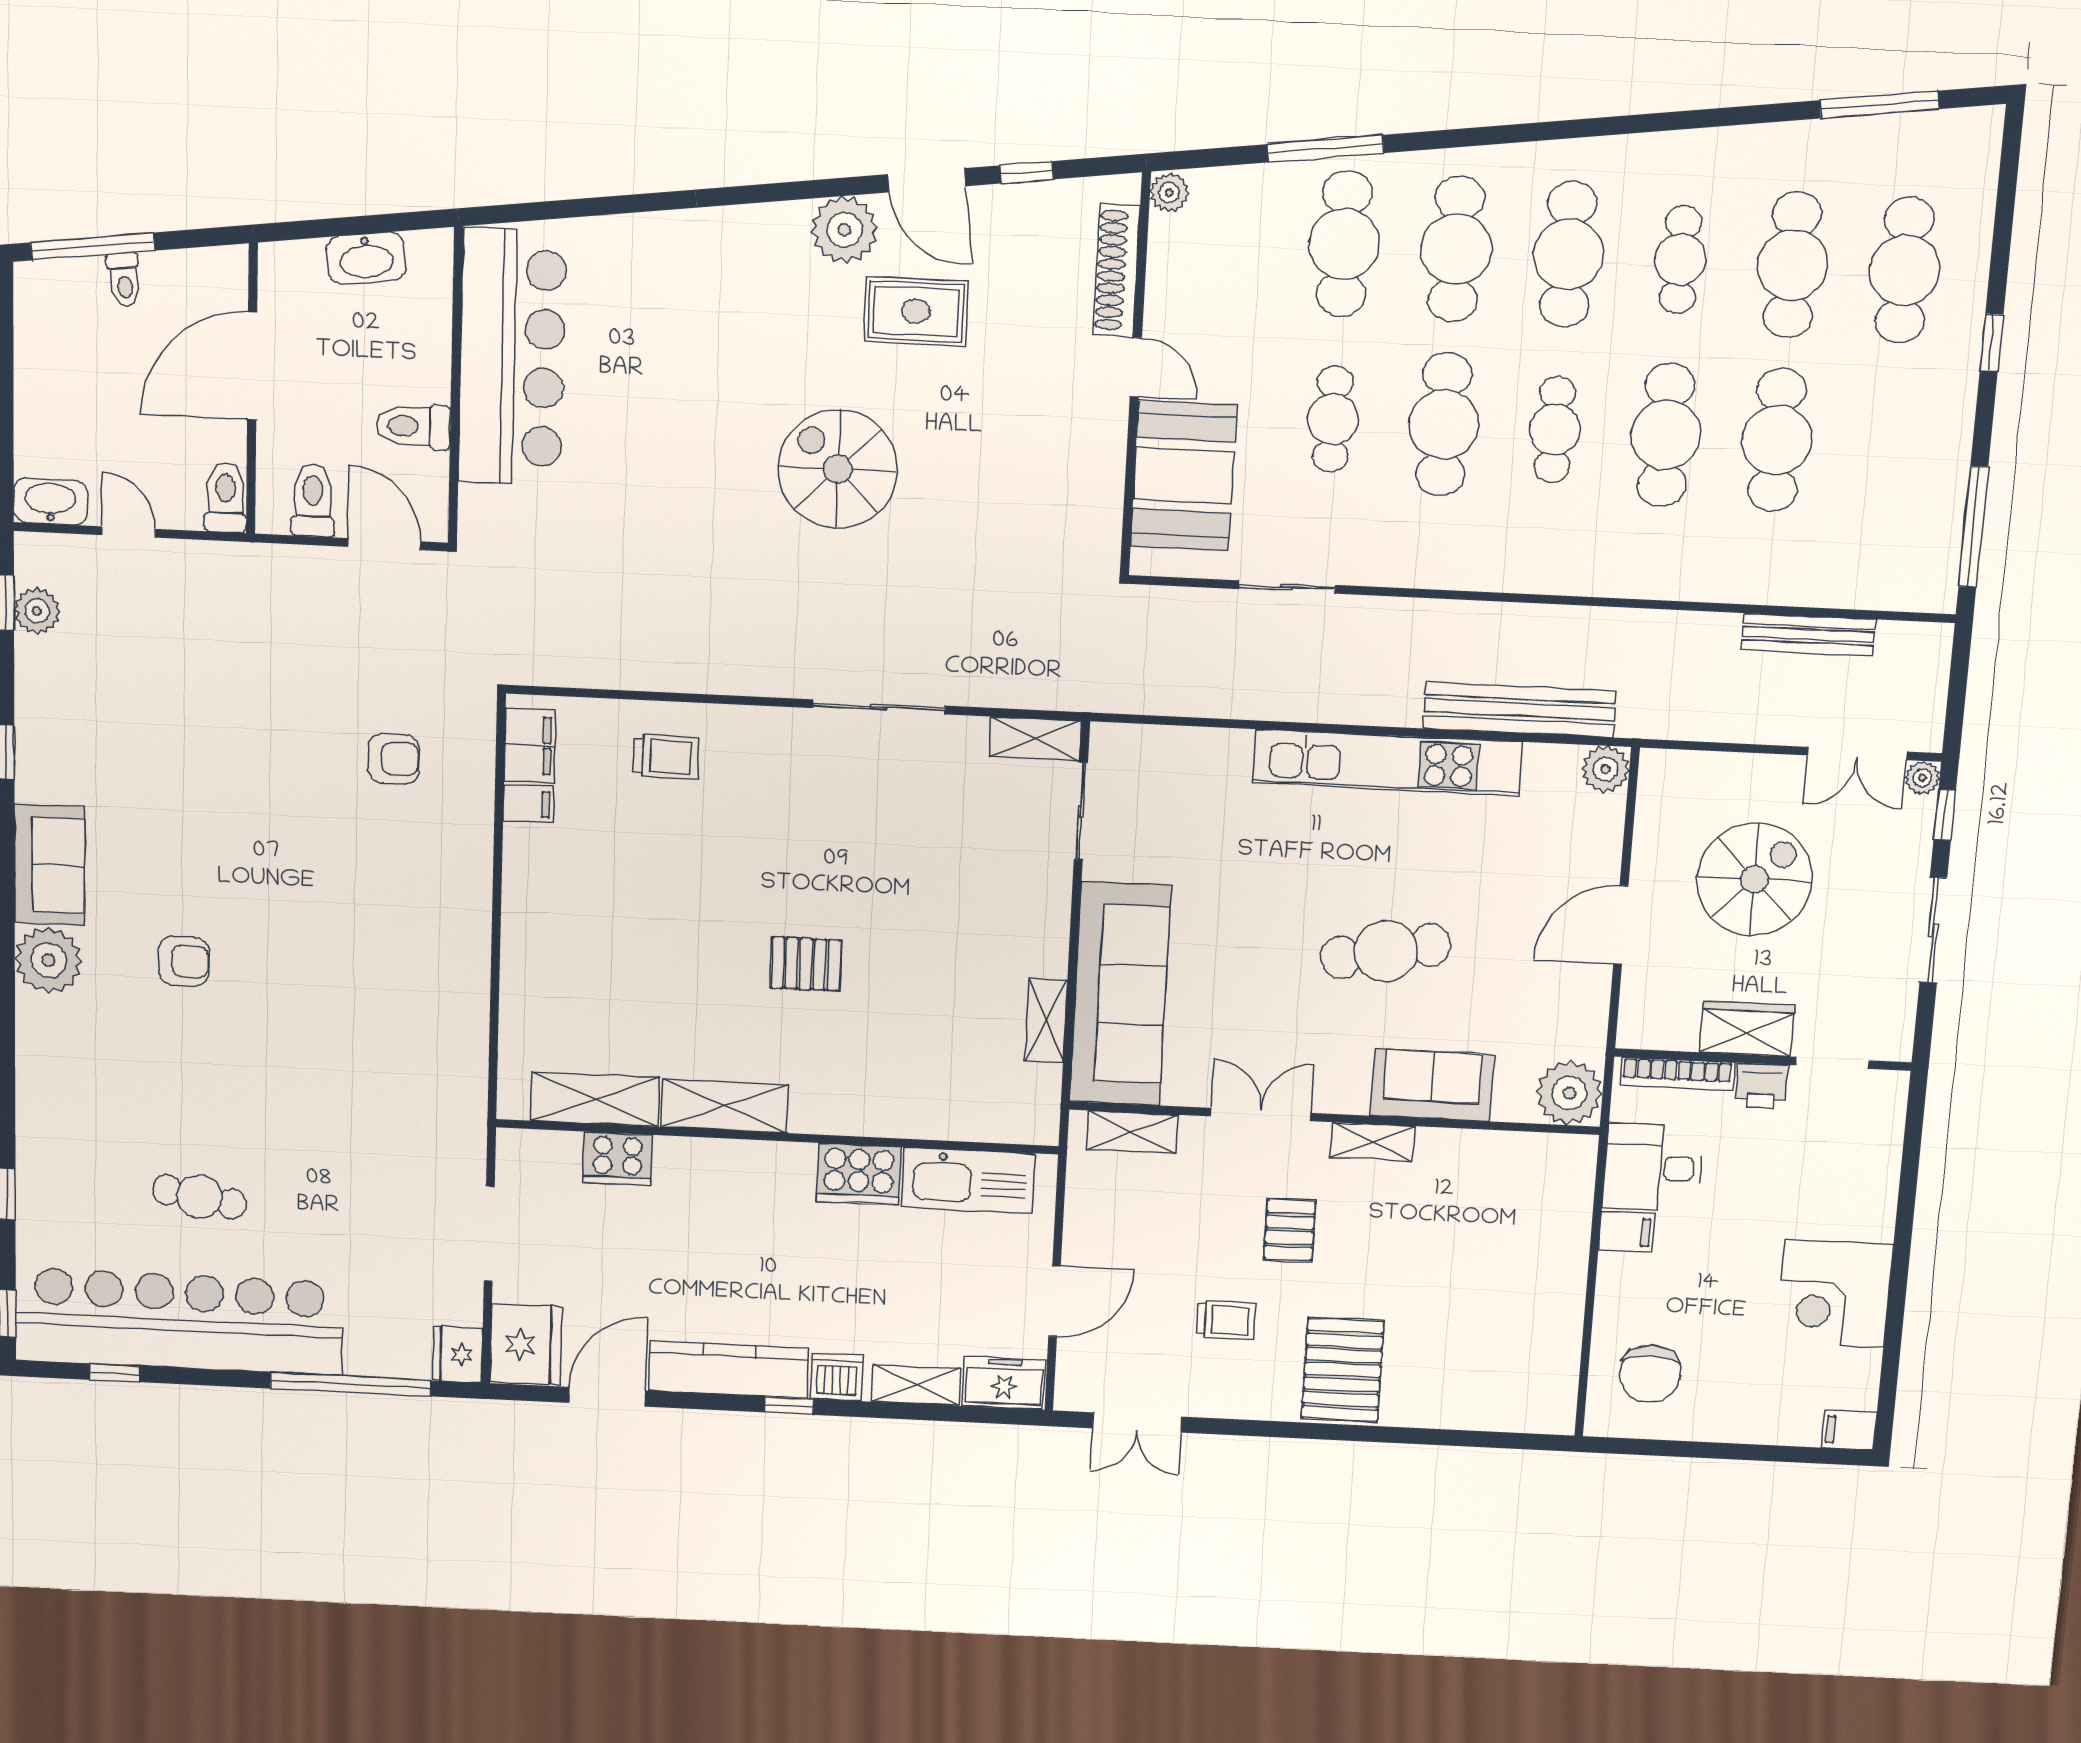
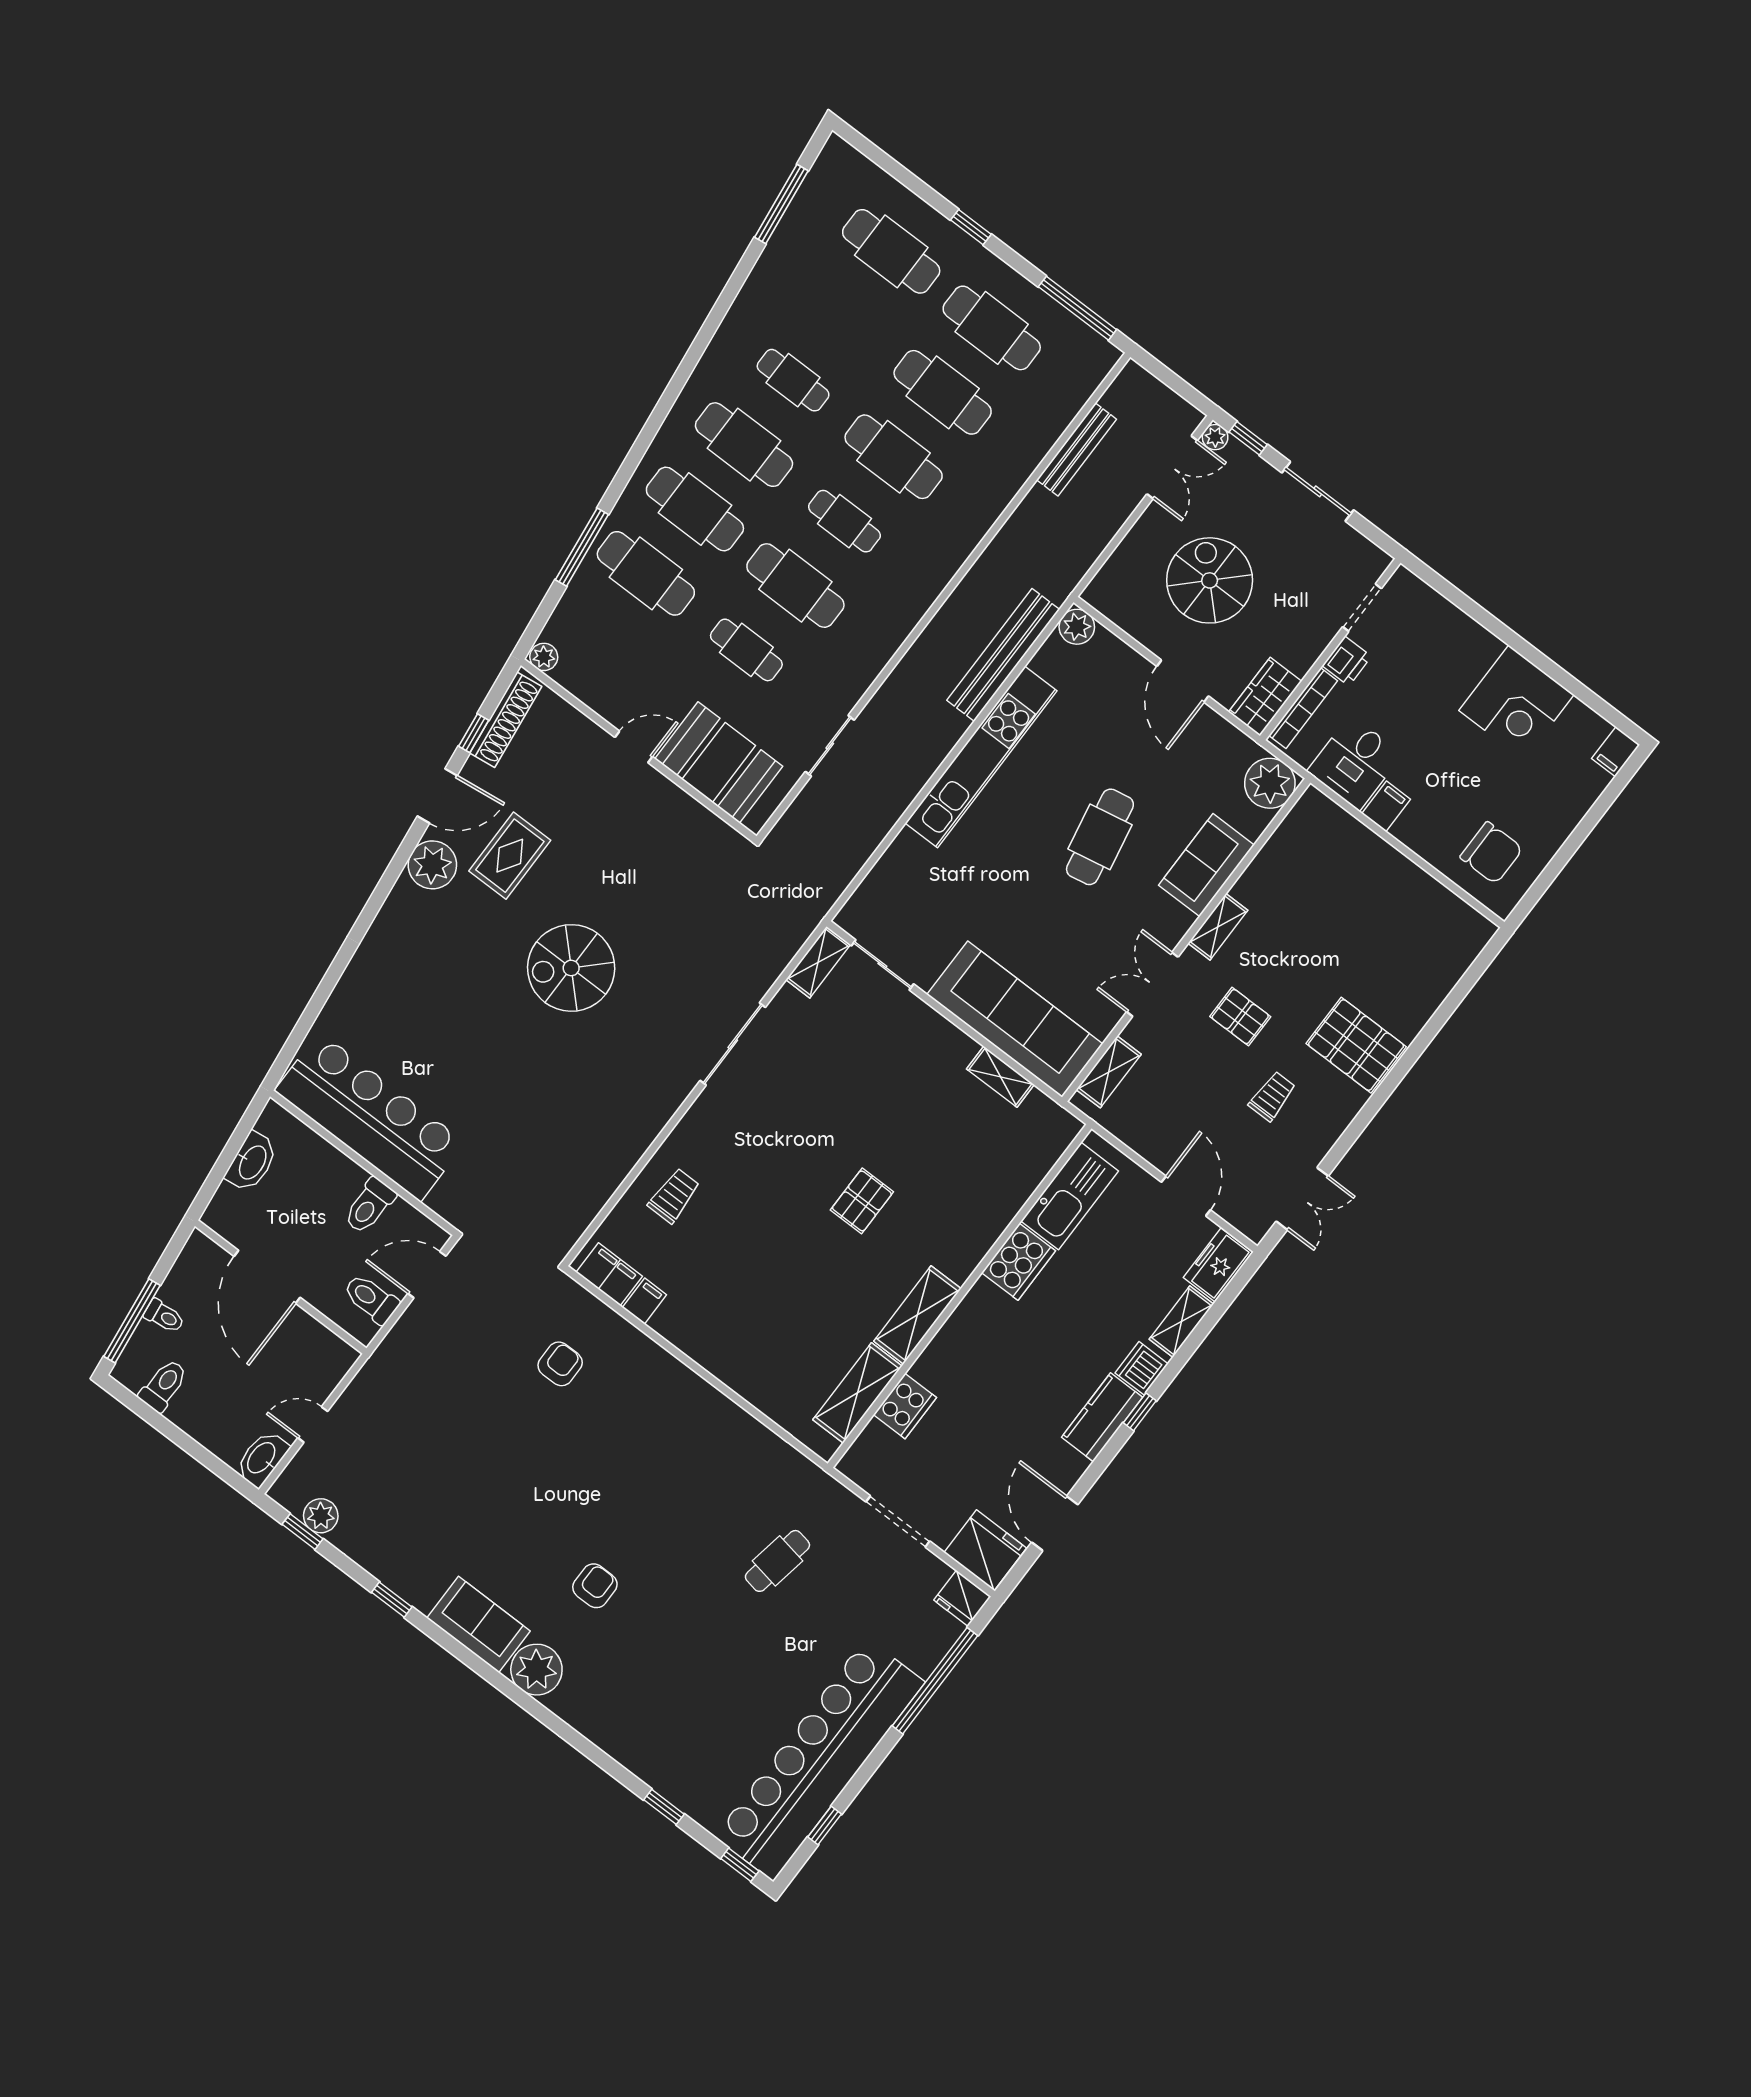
cafe table: (1792, 265) -> (992, 328), moved
shoe rack: (1117, 270) -> (506, 720), moved, turned -97
toilet: (225, 498) -> (164, 1386), moved, turned 90
wardrobe: (1747, 1029) -> (1265, 697), moved
cafe table: (199, 1197) -> (777, 1561), moved
kitchen counter: (729, 1370) -> (1102, 1417), width x0.67

